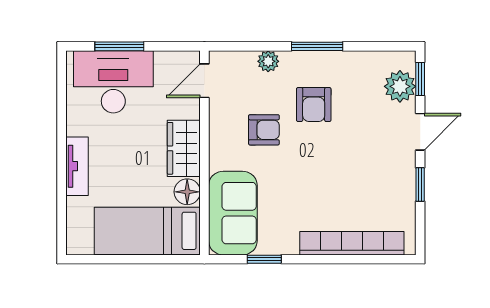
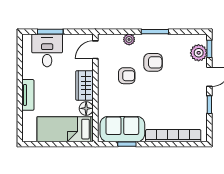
desk: (113, 82) -> (47, 50), width x0.73
armchair: (314, 105) -> (153, 62), turned -90
sofa: (233, 213) -> (122, 129), moved, turned -90

